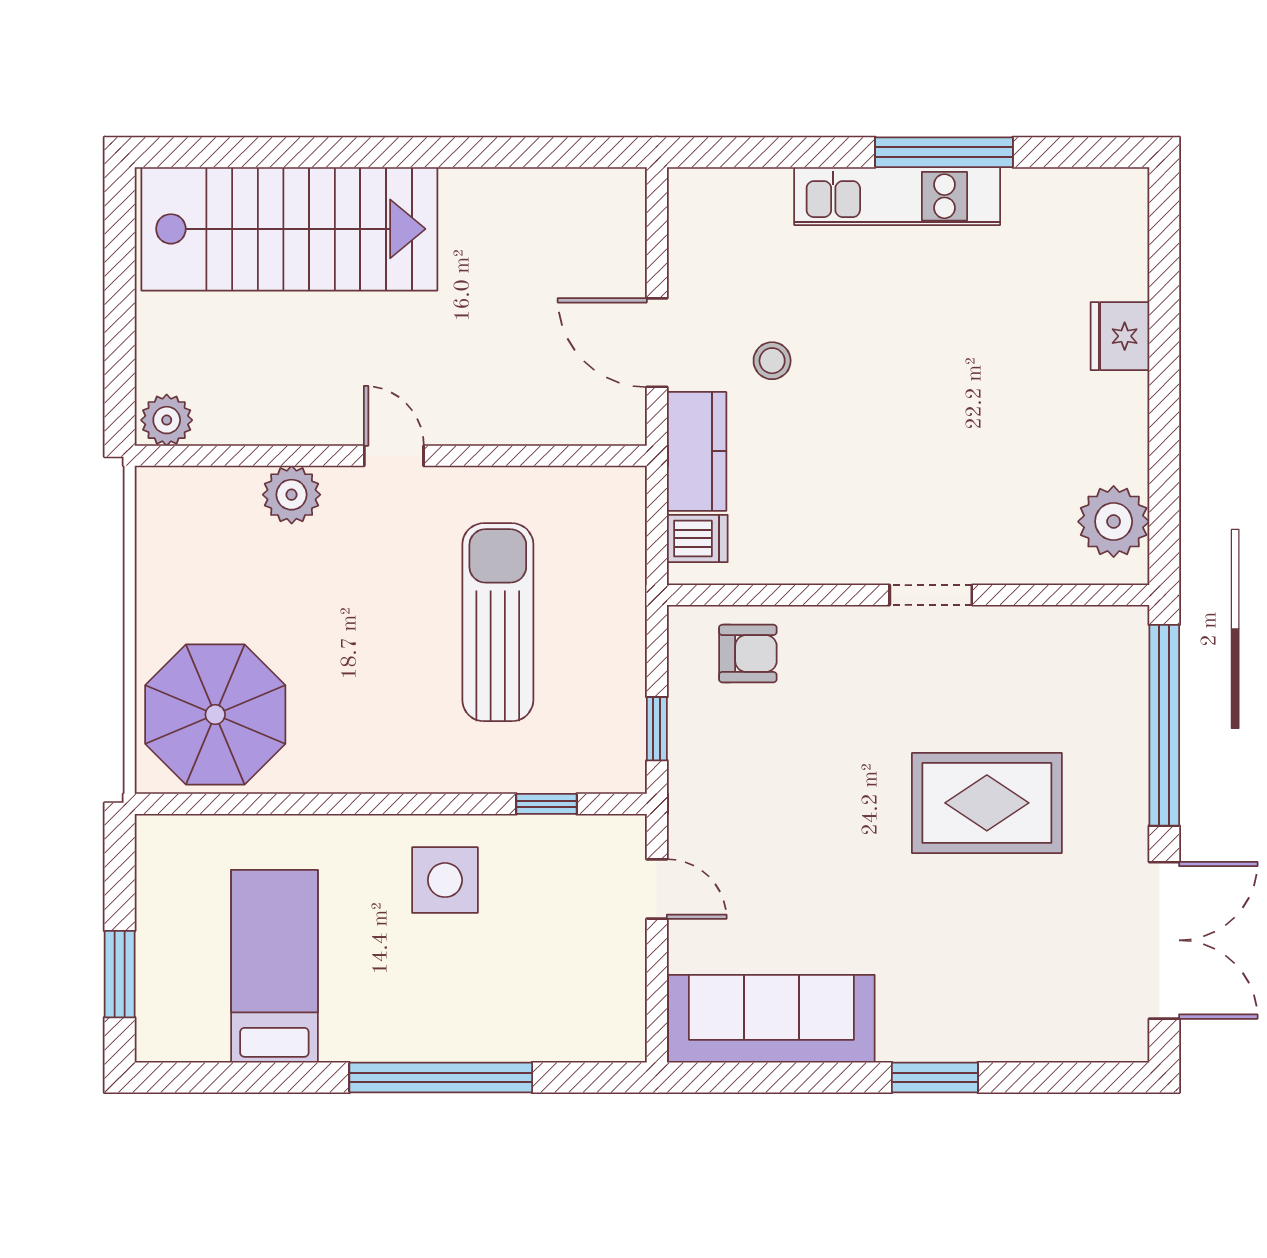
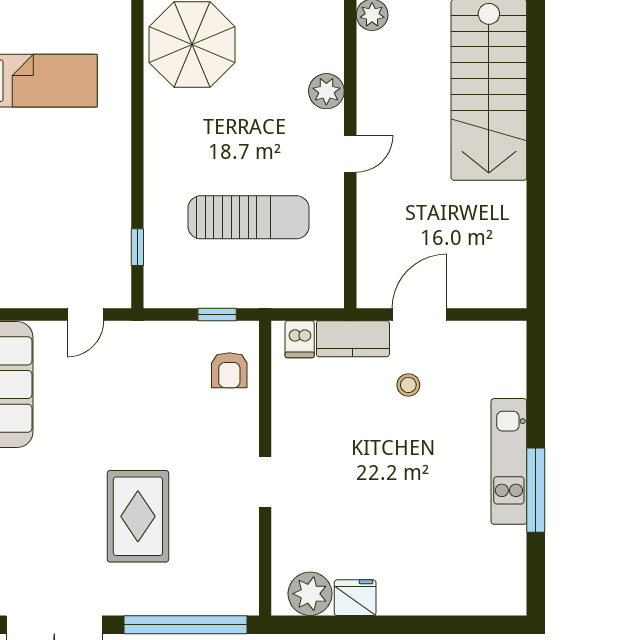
fridge: (1120, 336) -> (355, 598), moved
window: (657, 729) -> (217, 314), moved
side table: (445, 880) -> (91, 185), removed

